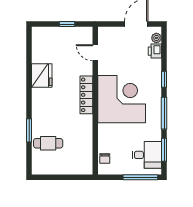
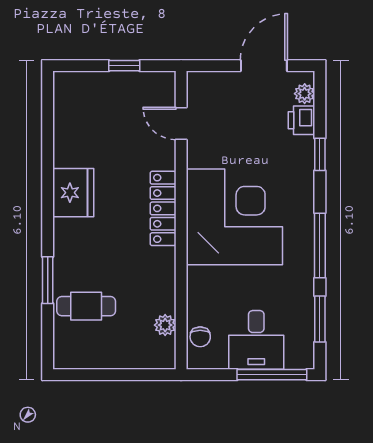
fridge: (42, 76) -> (73, 193), moved
window: (164, 79) -> (320, 154), moved
plant: (87, 153) -> (165, 325), added
desk: (147, 155) -> (256, 340), moved, turned 90

